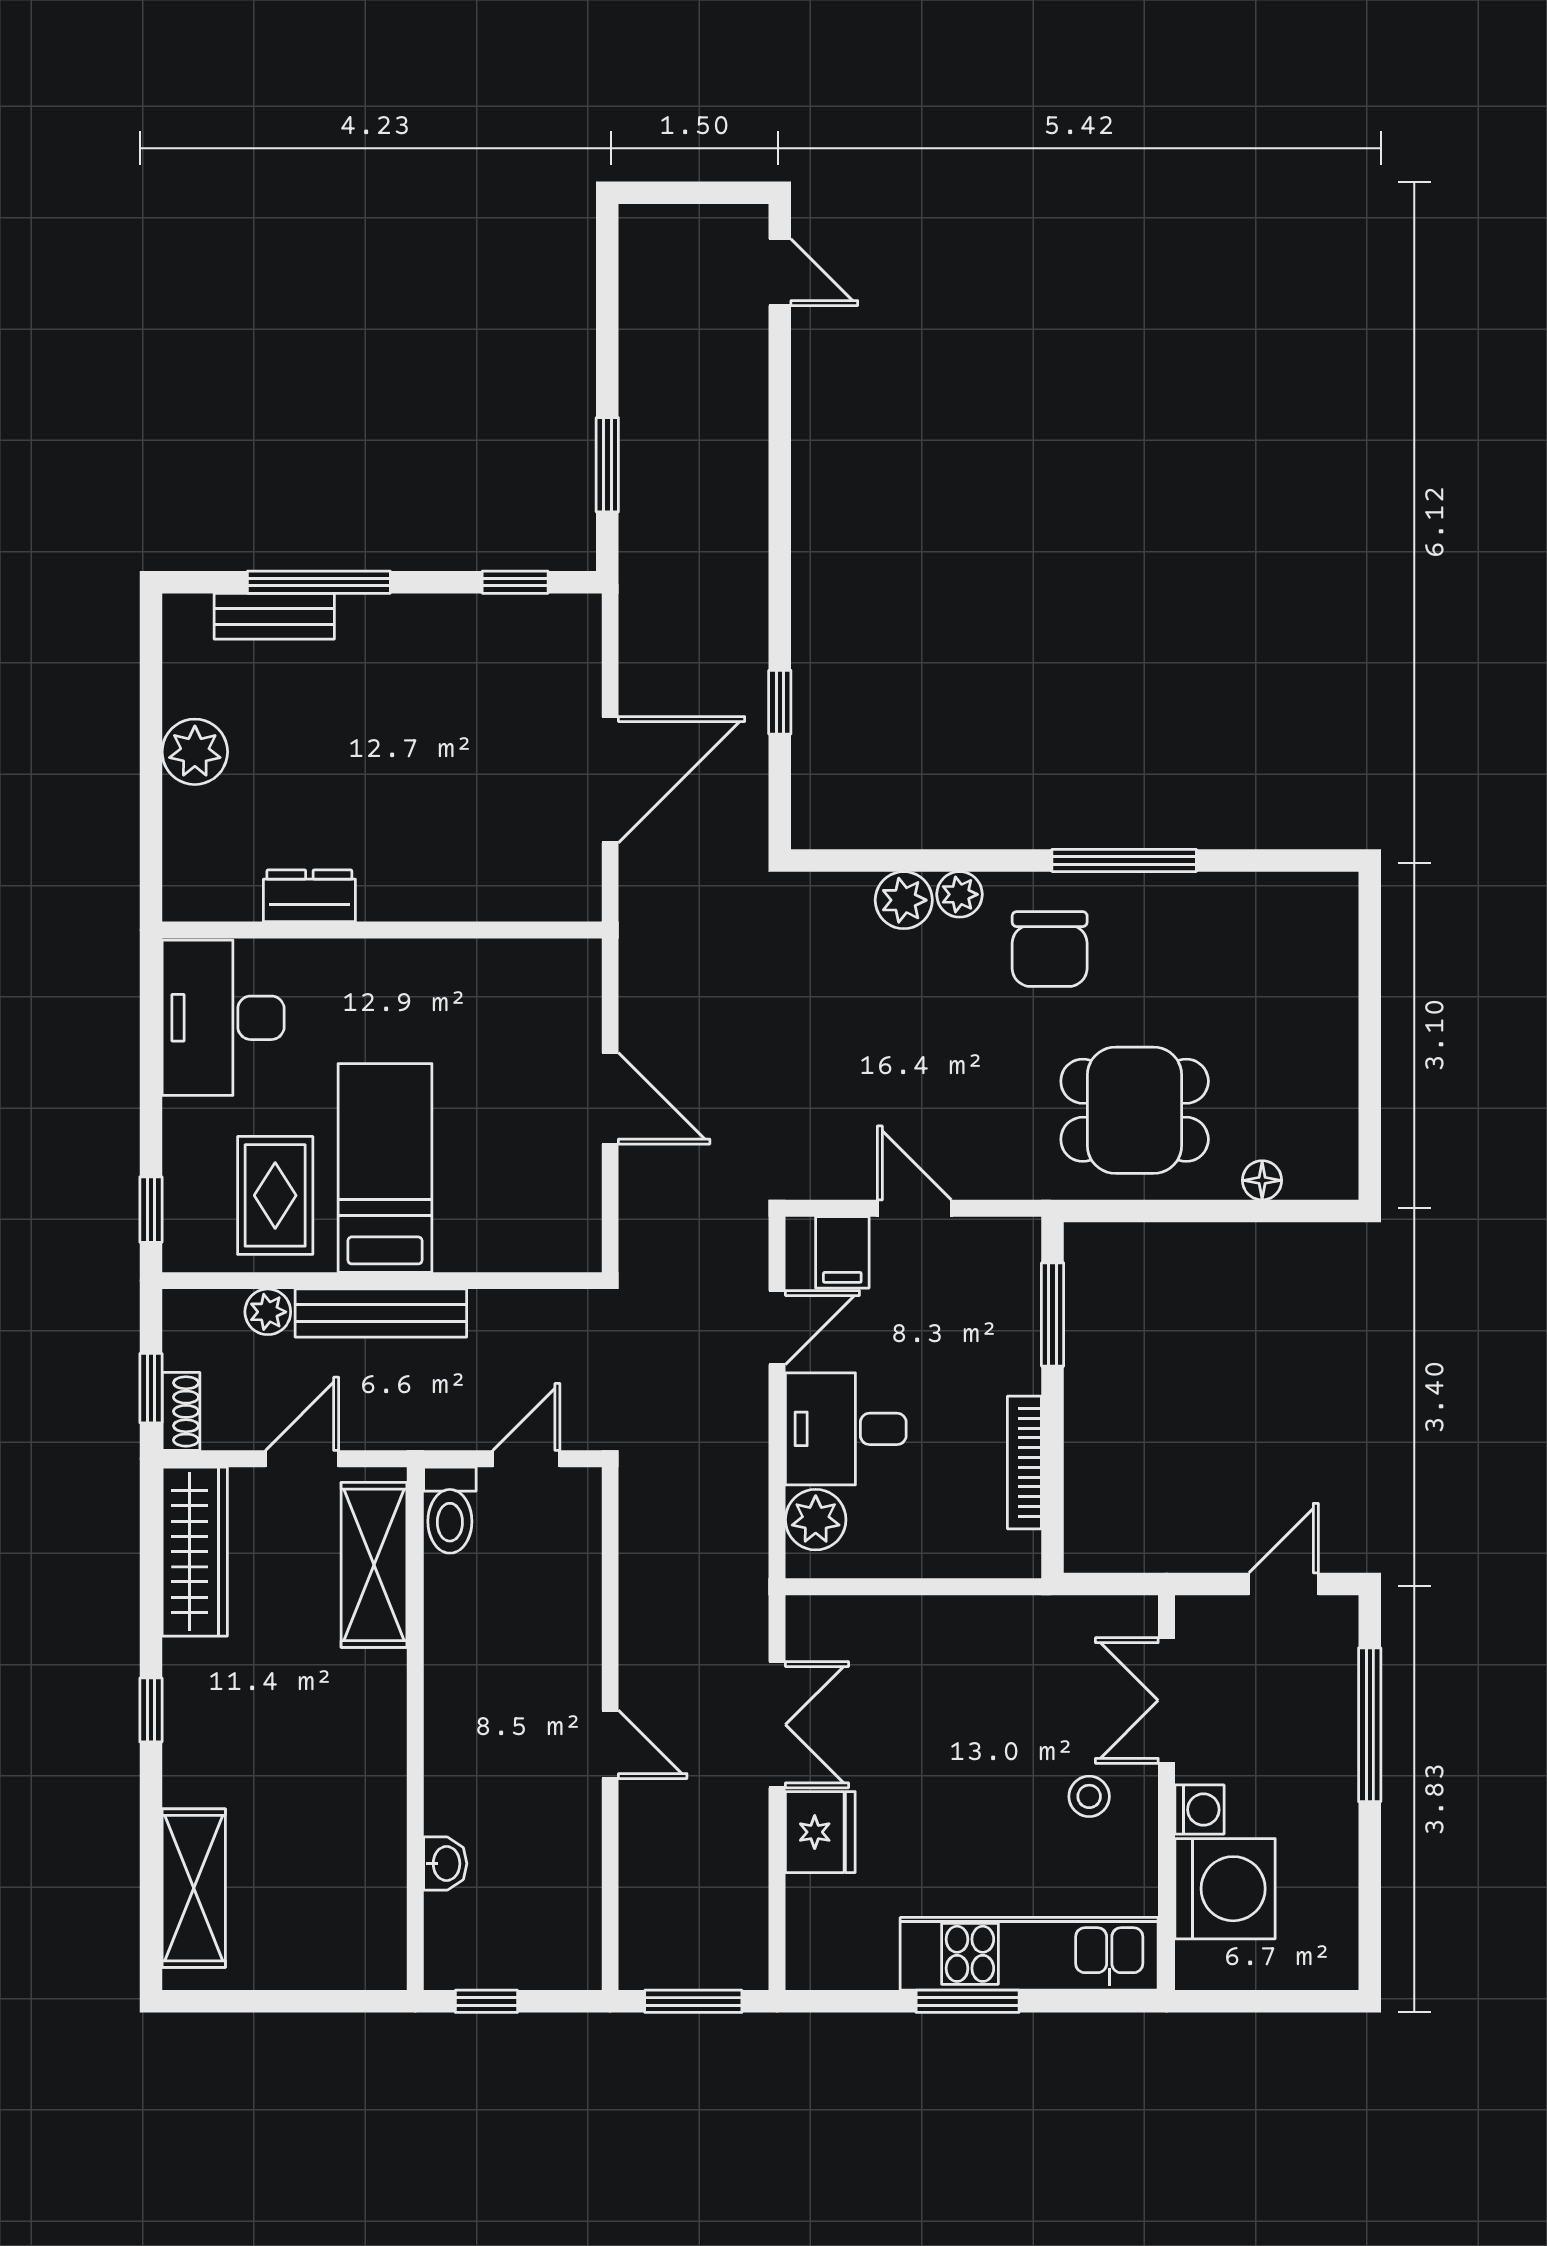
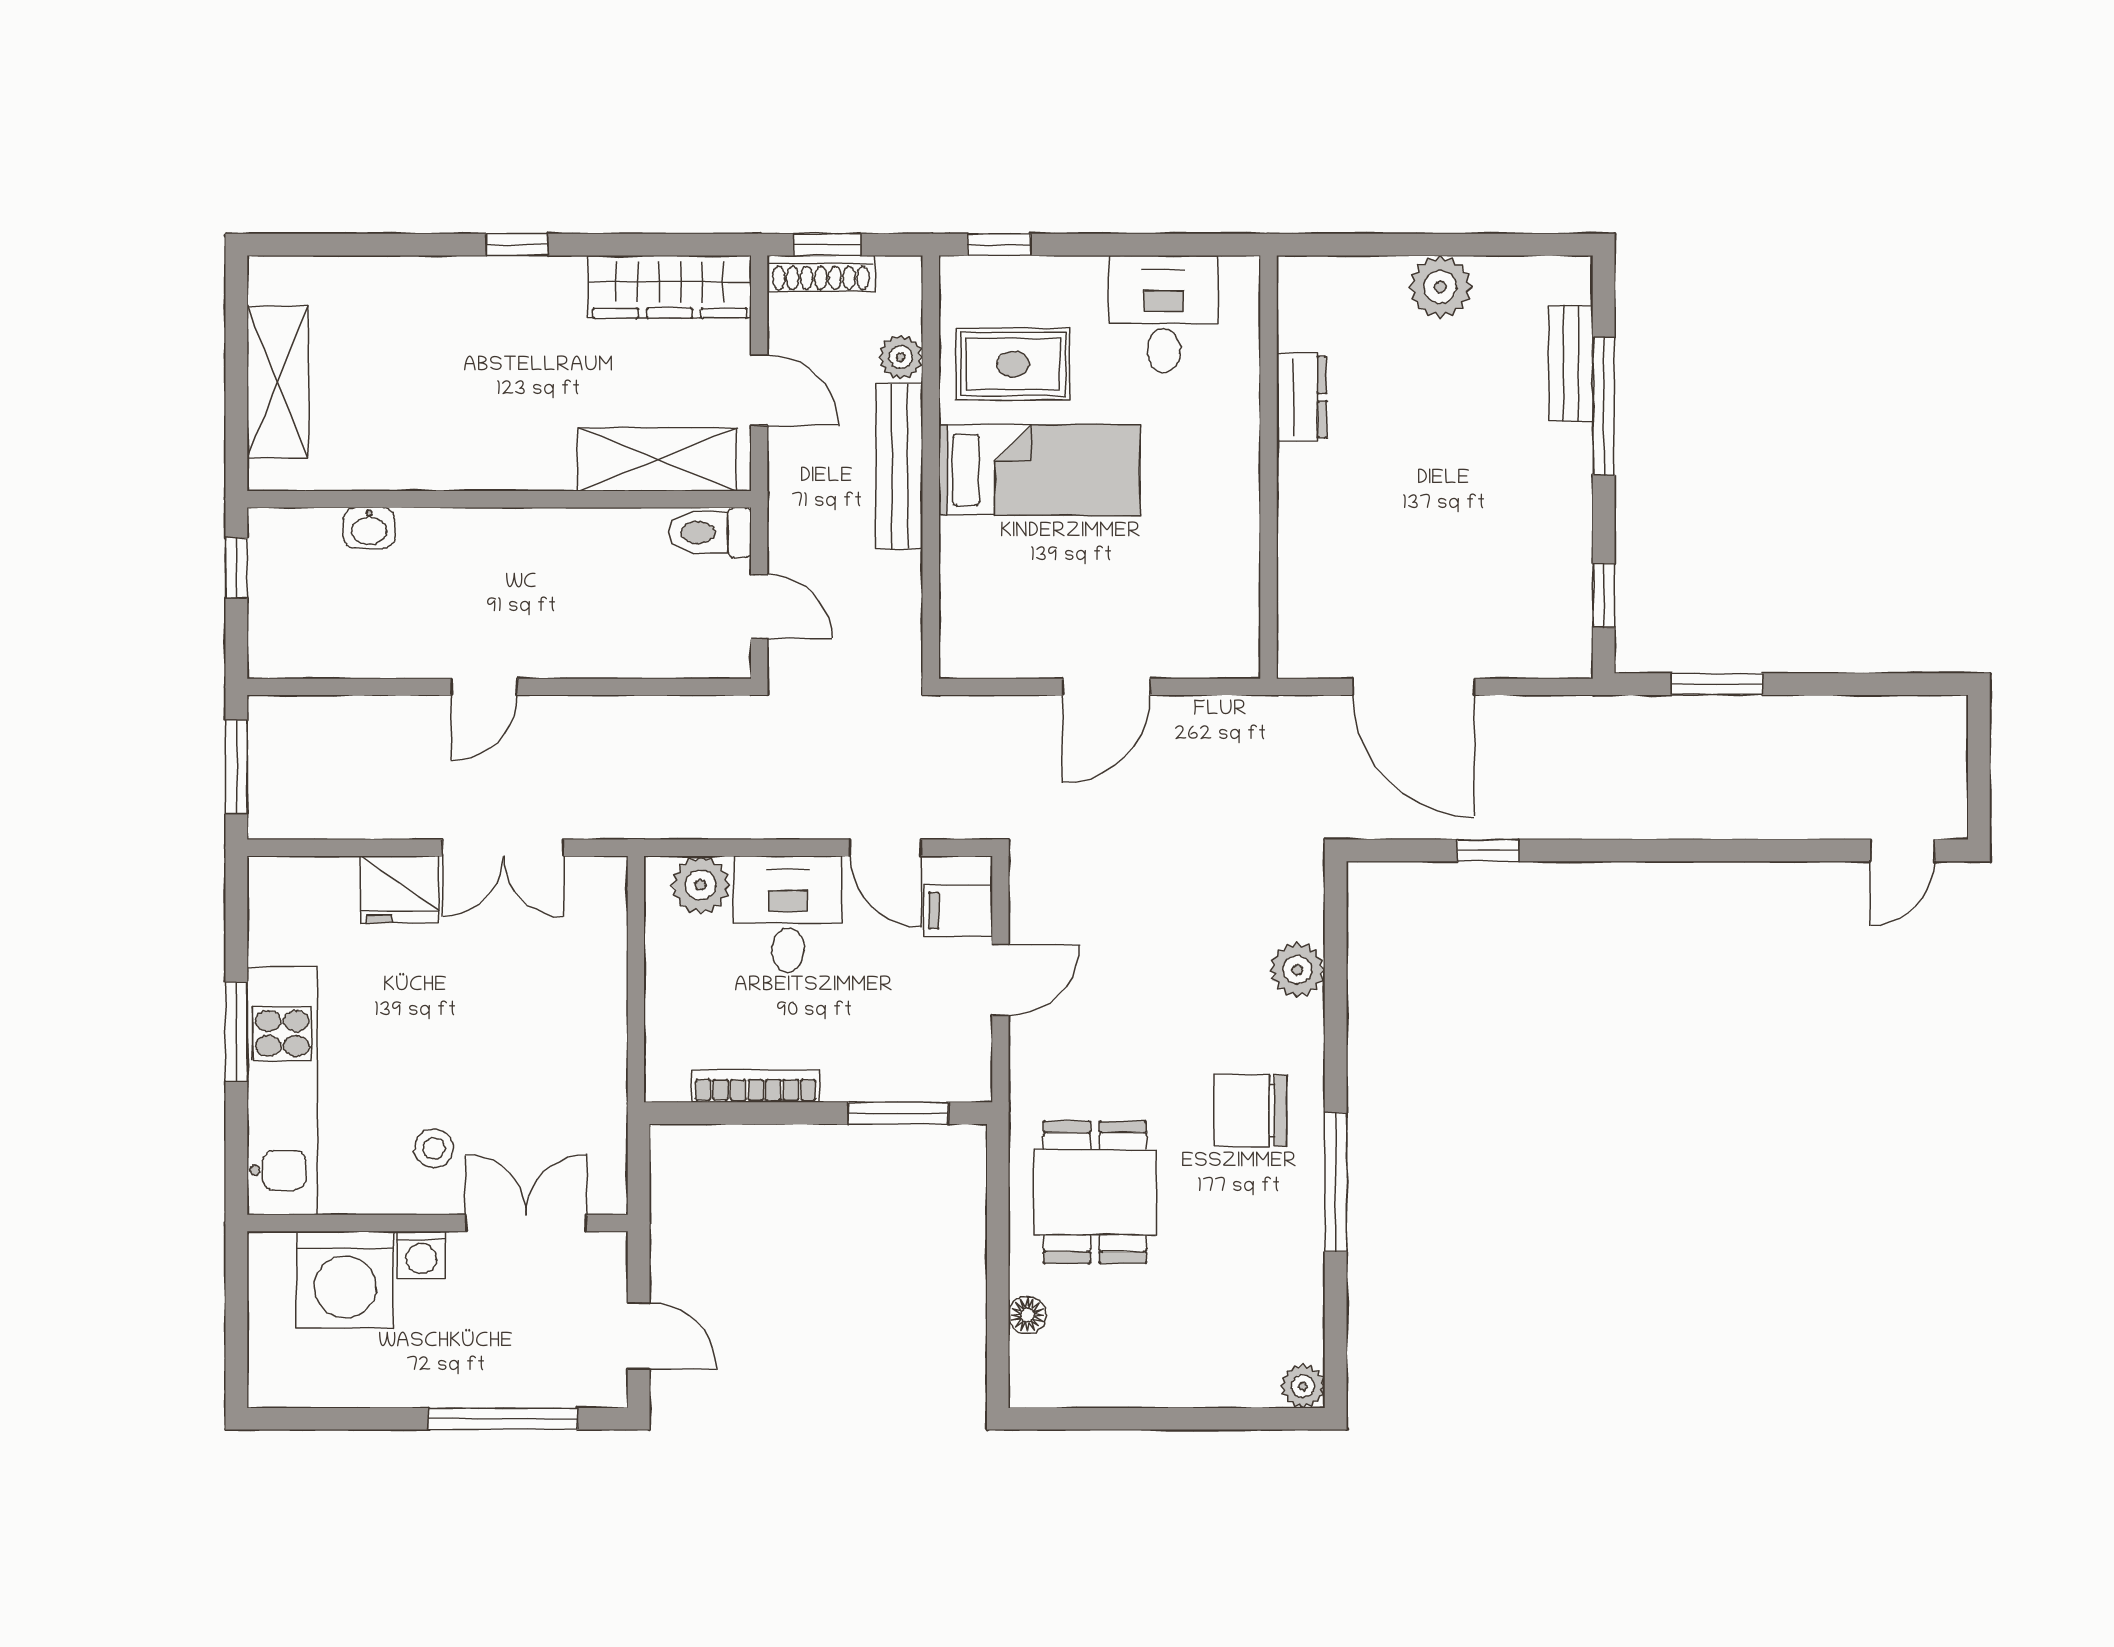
plant: (959, 894) -> (1303, 1386), moved
desk: (223, 1018) -> (1164, 314), width x0.73
shoe rack: (181, 1411) -> (821, 274), width x1.43
shelving: (194, 1888) -> (278, 382), moved, turned 90

